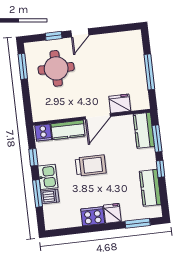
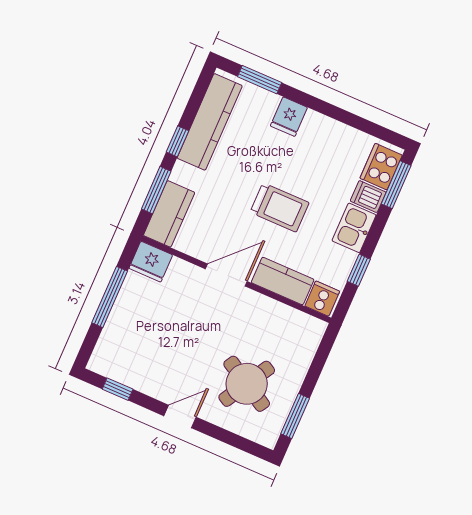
window: (54, 36) -> (118, 389), moved
round table: (56, 68) -> (247, 384), turned 30
fridge: (120, 104) -> (151, 262), moved
trolley: (91, 166) -> (280, 207), turned 180
kitchen counter: (150, 188) -> (210, 122), width x1.50
window: (37, 193) -> (396, 185), moved
cooker: (93, 216) -> (381, 167), moved, turned 90

